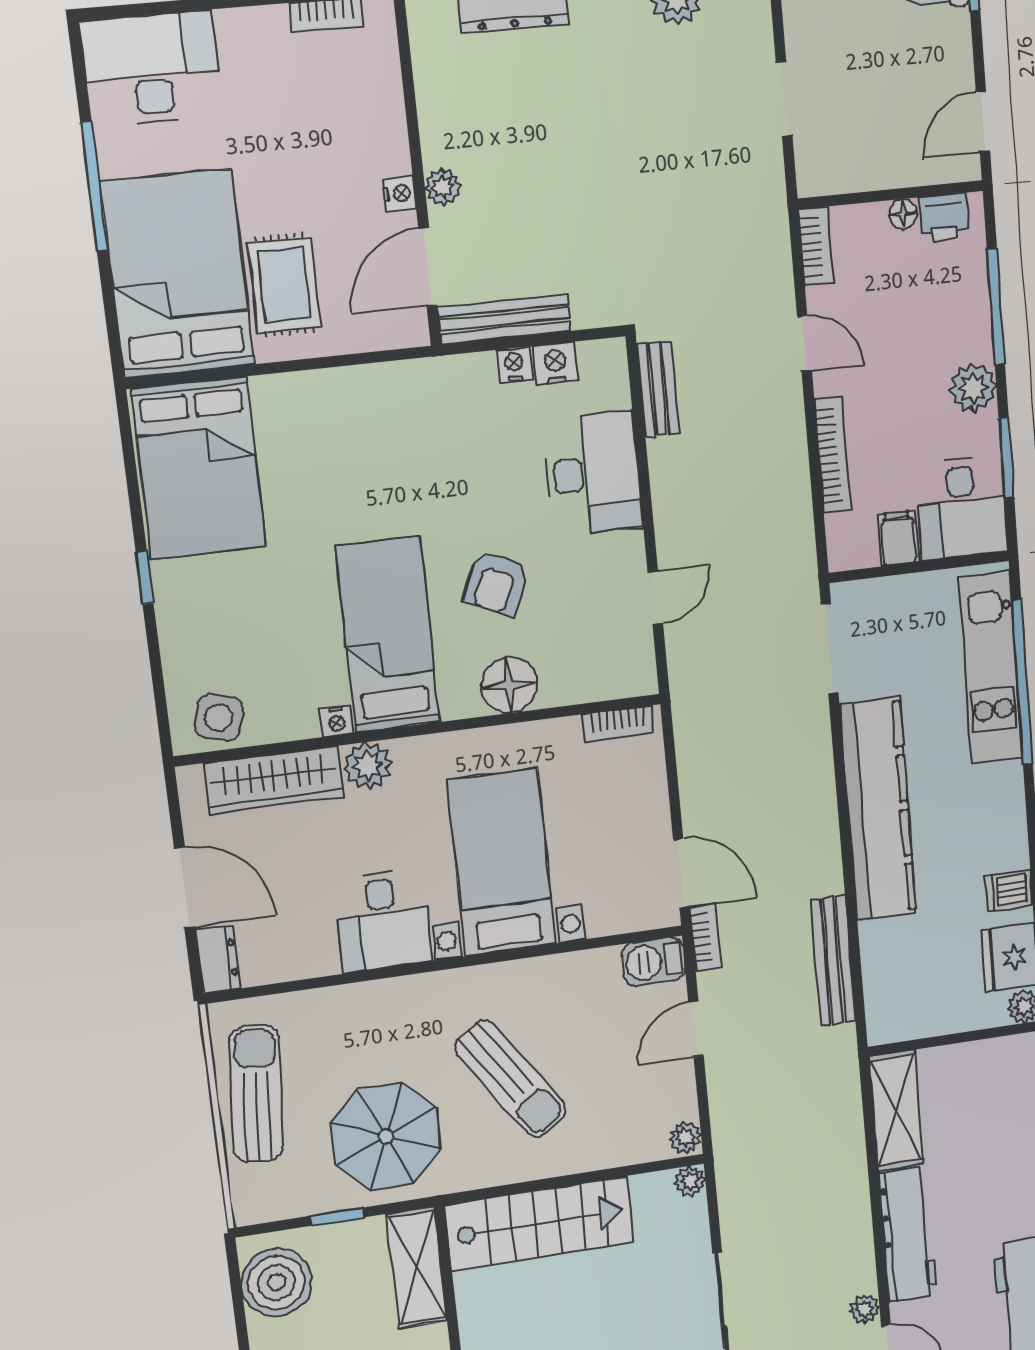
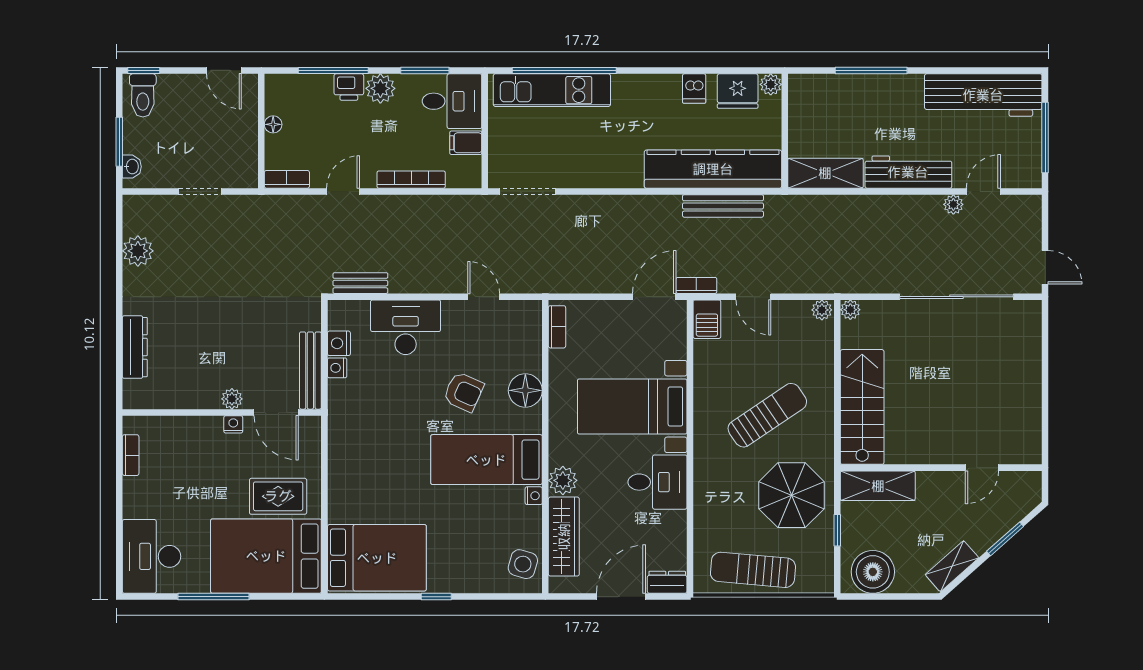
printer: (944, 218) -> (349, 87), moved, turned 90
kitchen counter: (878, 809) -> (713, 169), moved

